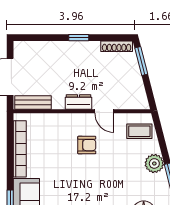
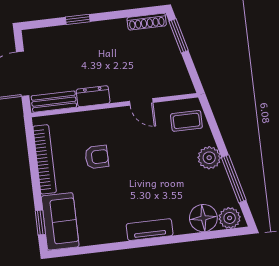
window: (79, 38) -> (78, 19), moved
dresser: (79, 102) -> (93, 96), moved
armchair: (87, 145) -> (97, 157), moved

